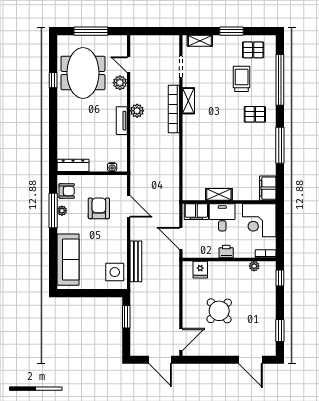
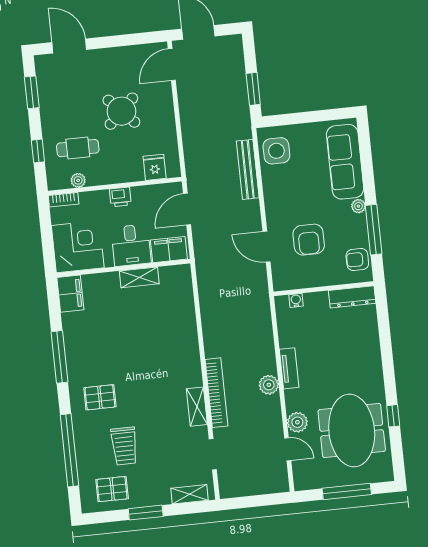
plant: (62, 211) -> (358, 206), moved
door: (181, 238) -> (187, 209), swing flipped
window: (280, 278) -> (38, 151), moved
cafe table: (252, 288) -> (78, 148), added

